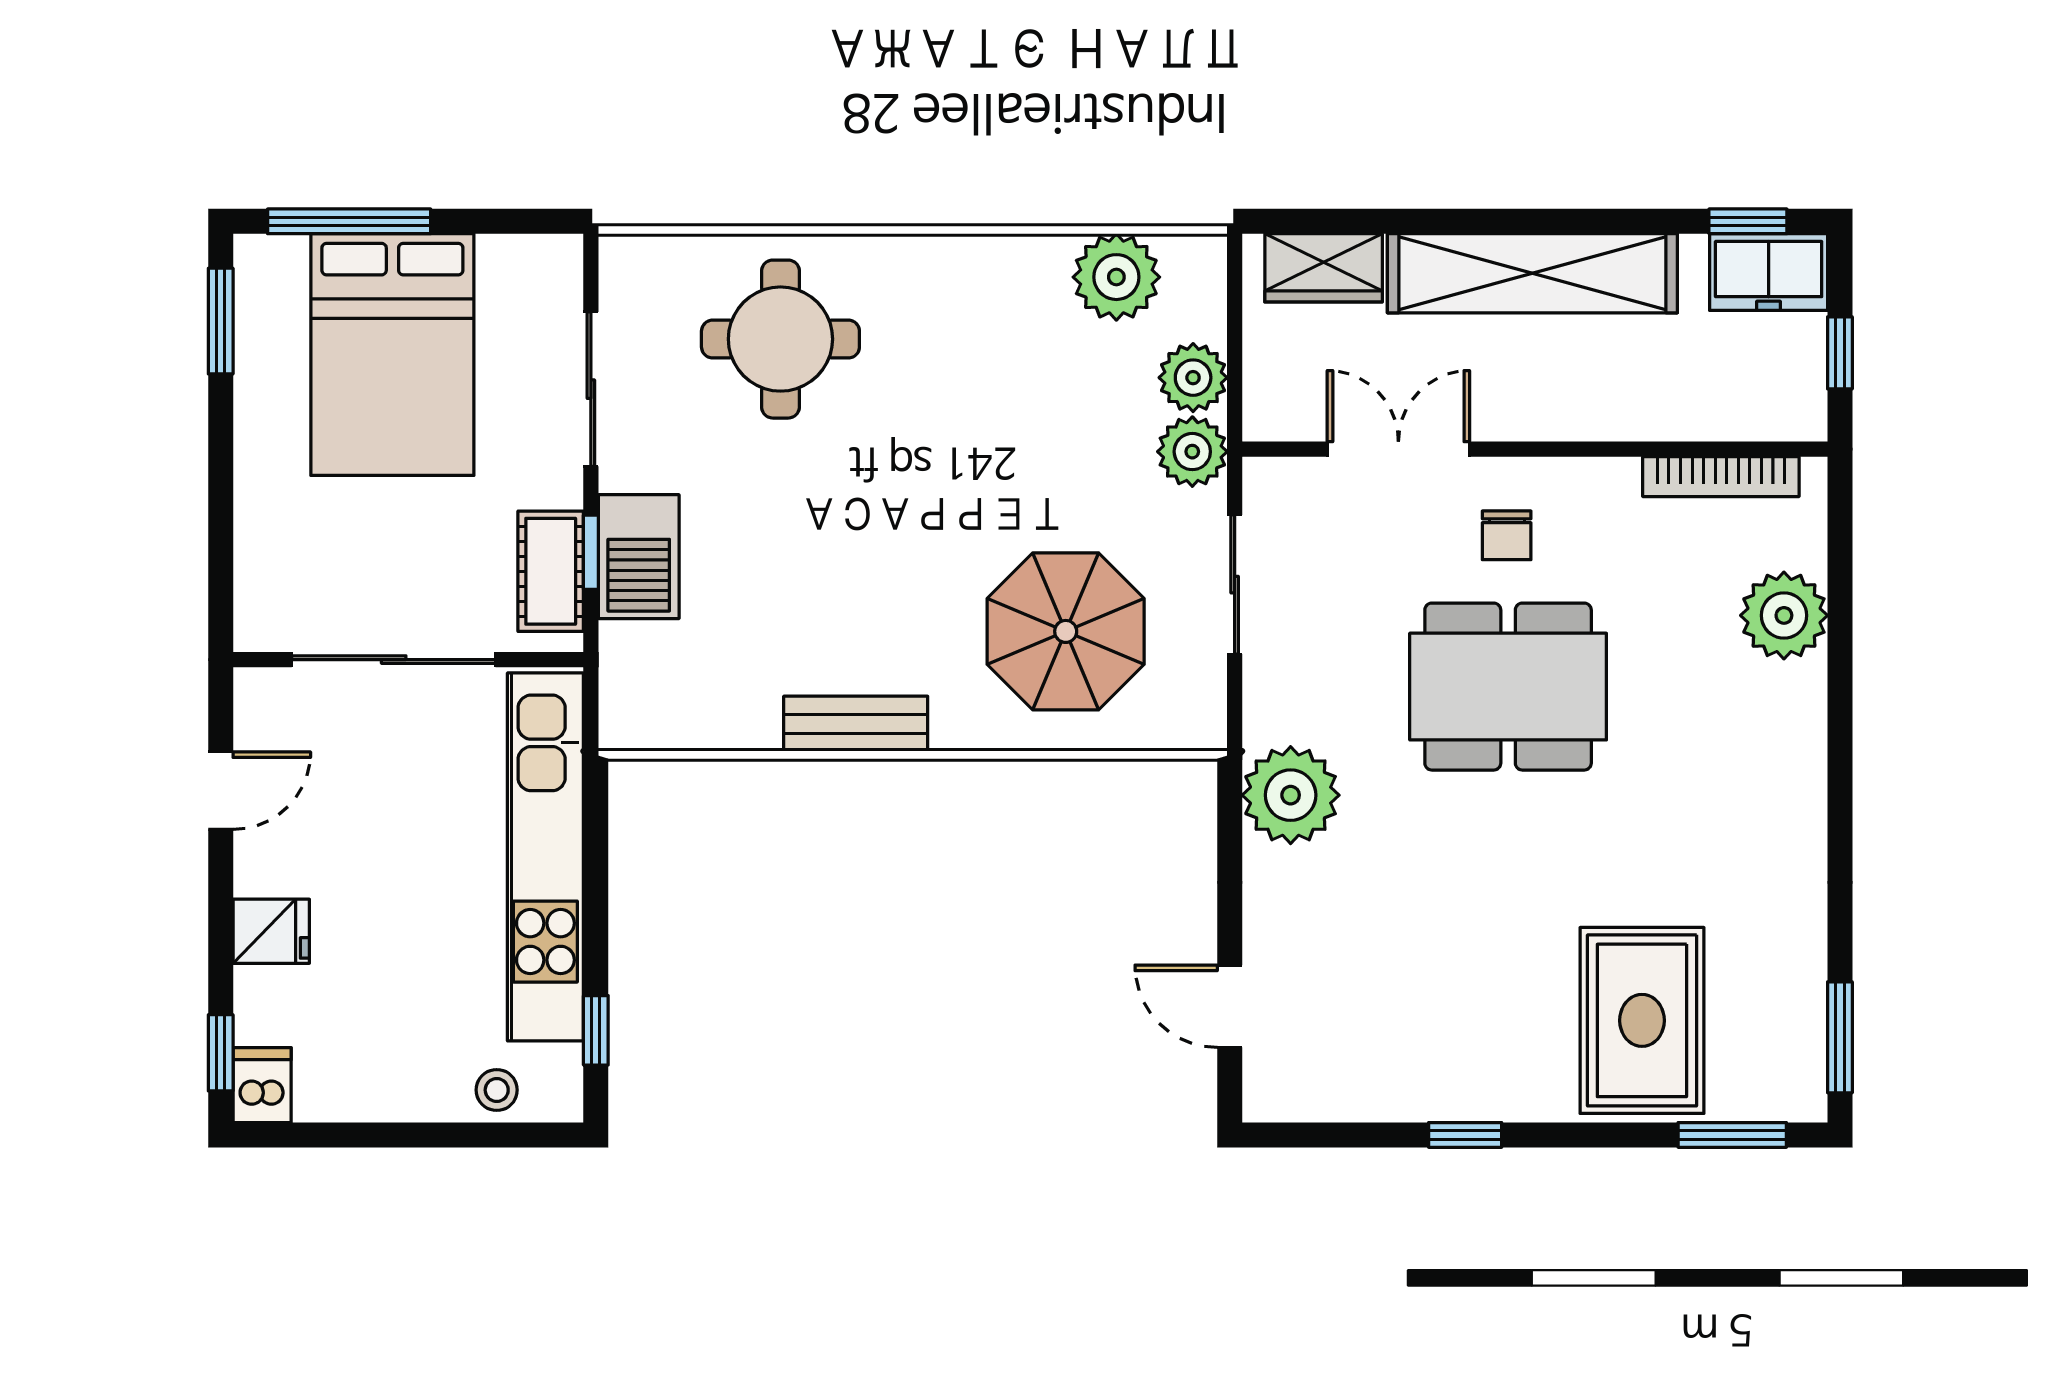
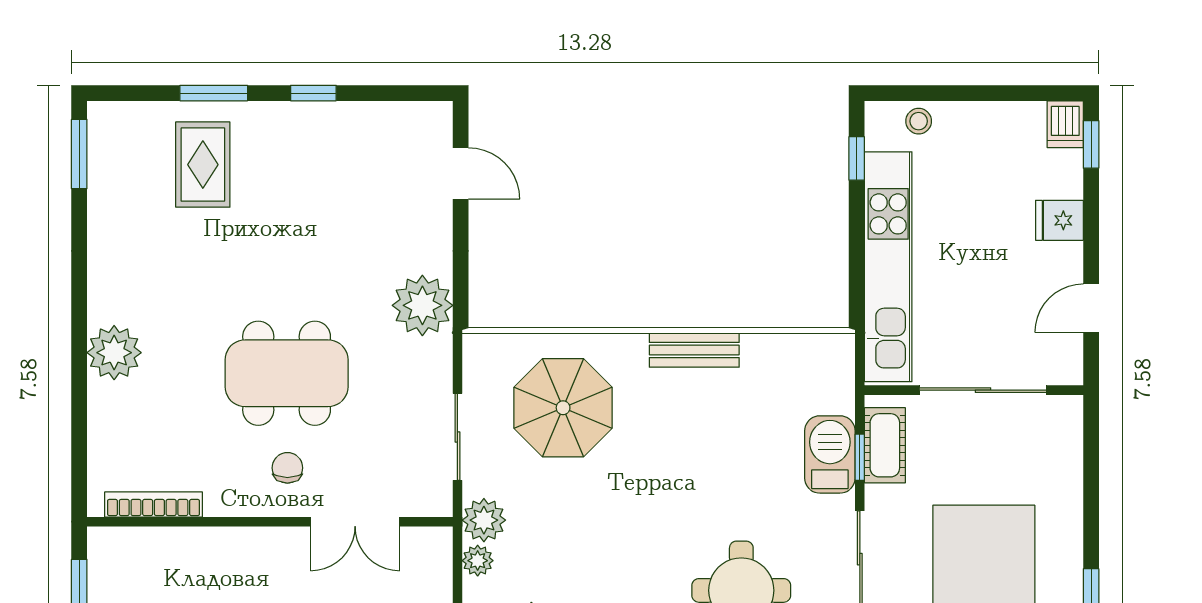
plant: (1193, 378) -> (478, 561), width x0.73, depth x0.73
plant: (1784, 615) -> (114, 353), moved
rug: (1642, 1020) -> (203, 165), width x0.73, depth x0.70
window: (1732, 1135) -> (214, 93), moved

